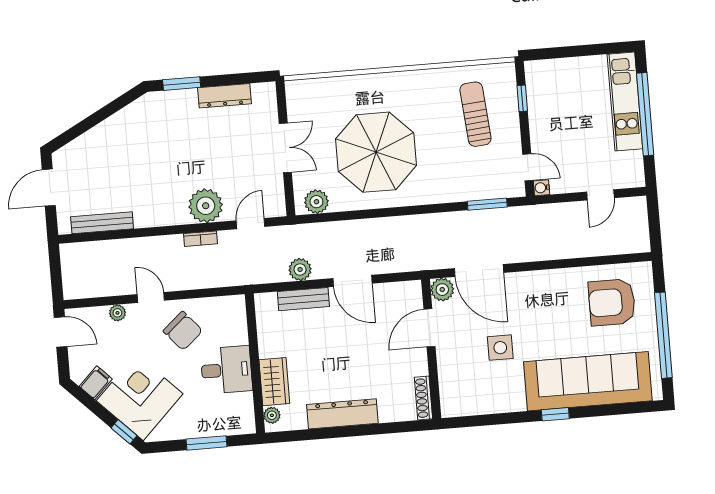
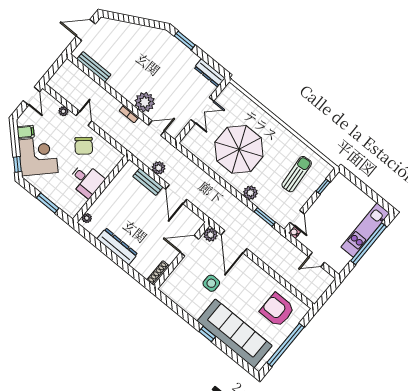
dresser: (224, 96) -> (210, 73), moved
plant: (316, 202) -> (250, 193), moved
wardrobe: (274, 382) -> (102, 205), removed

